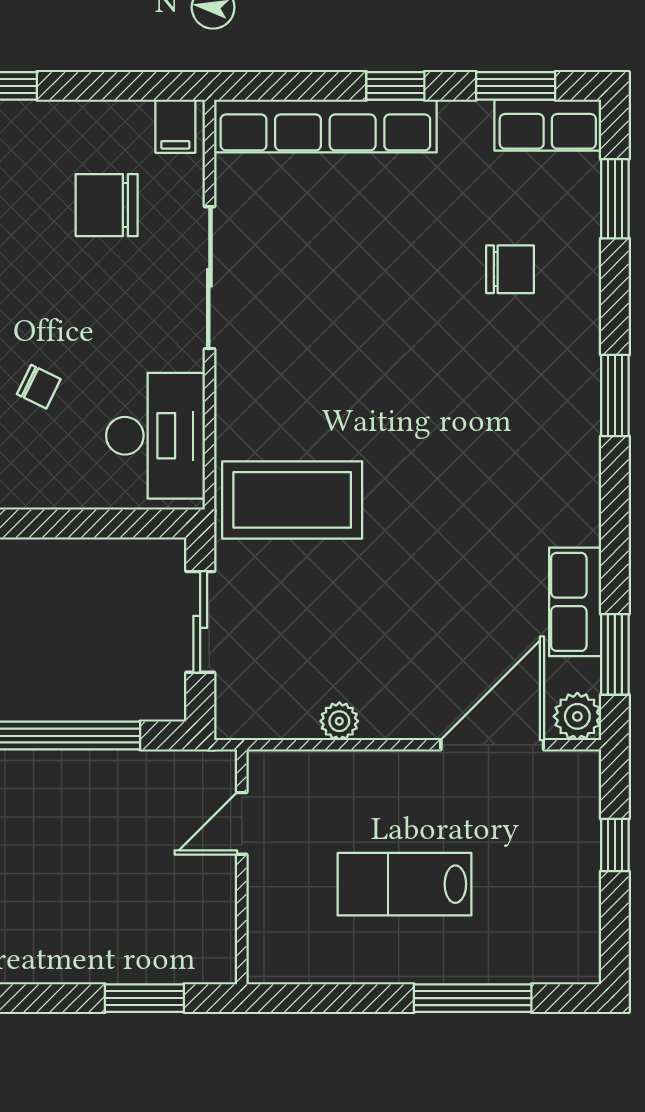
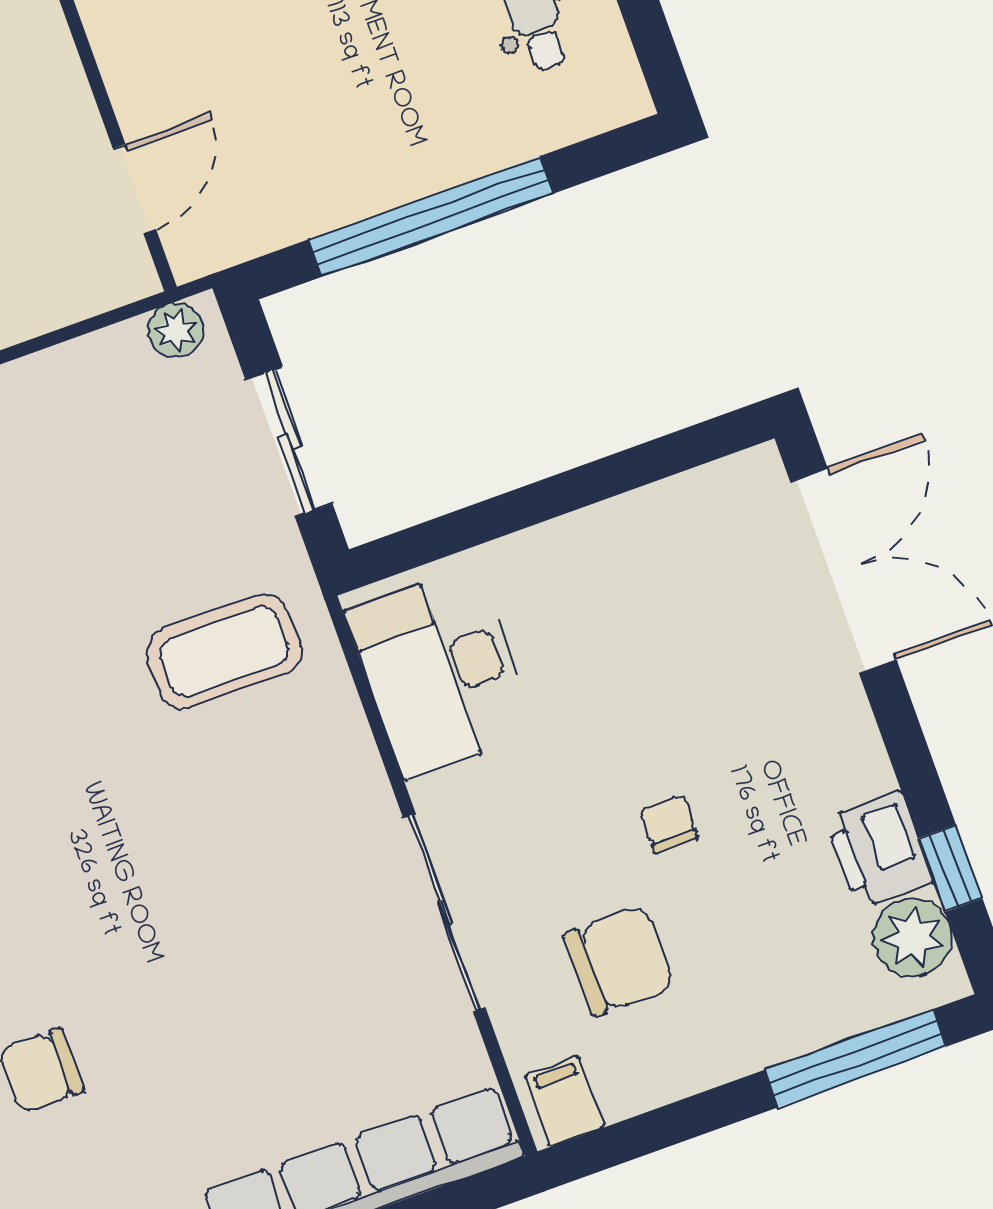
chair: (39, 387) -> (669, 824), moved, turned 64
coffee table: (292, 500) -> (224, 652), width x0.73, depth x0.76
plant: (339, 721) -> (176, 330), moved

